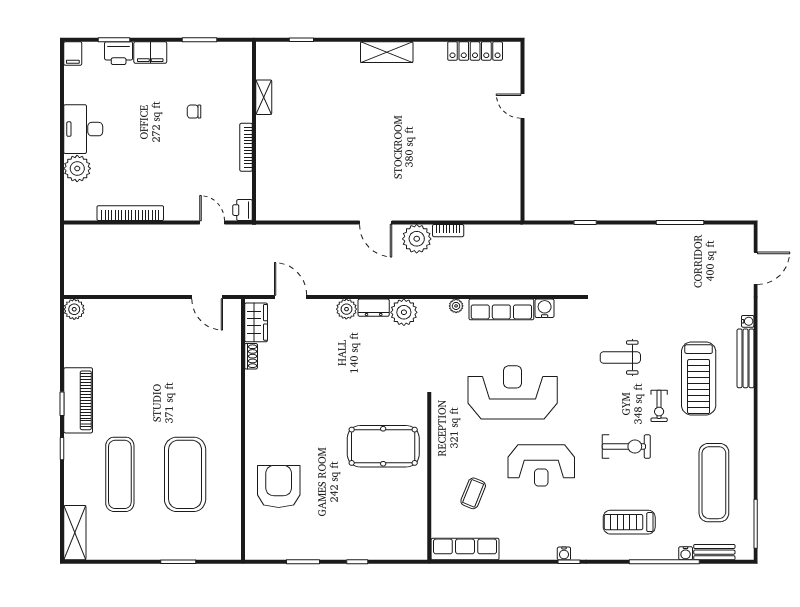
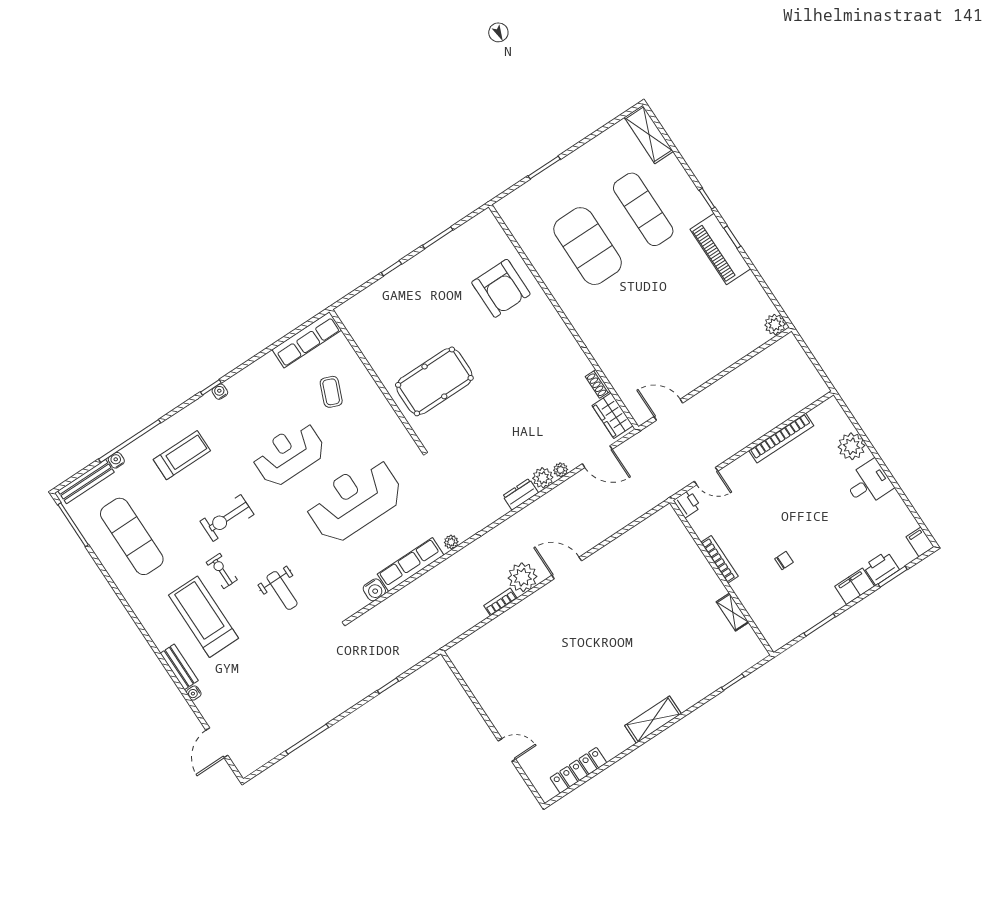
desk: (83, 129) -> (869, 483), width x0.73
plant: (404, 312) -> (561, 470), moved, width x0.53, depth x0.53
weight bench: (620, 358) -> (282, 590), turned 90
bench: (745, 358) -> (179, 667), width x0.73
reception desk: (513, 392) -> (354, 500), turned 180
bench: (714, 552) -> (86, 482), width x1.36

